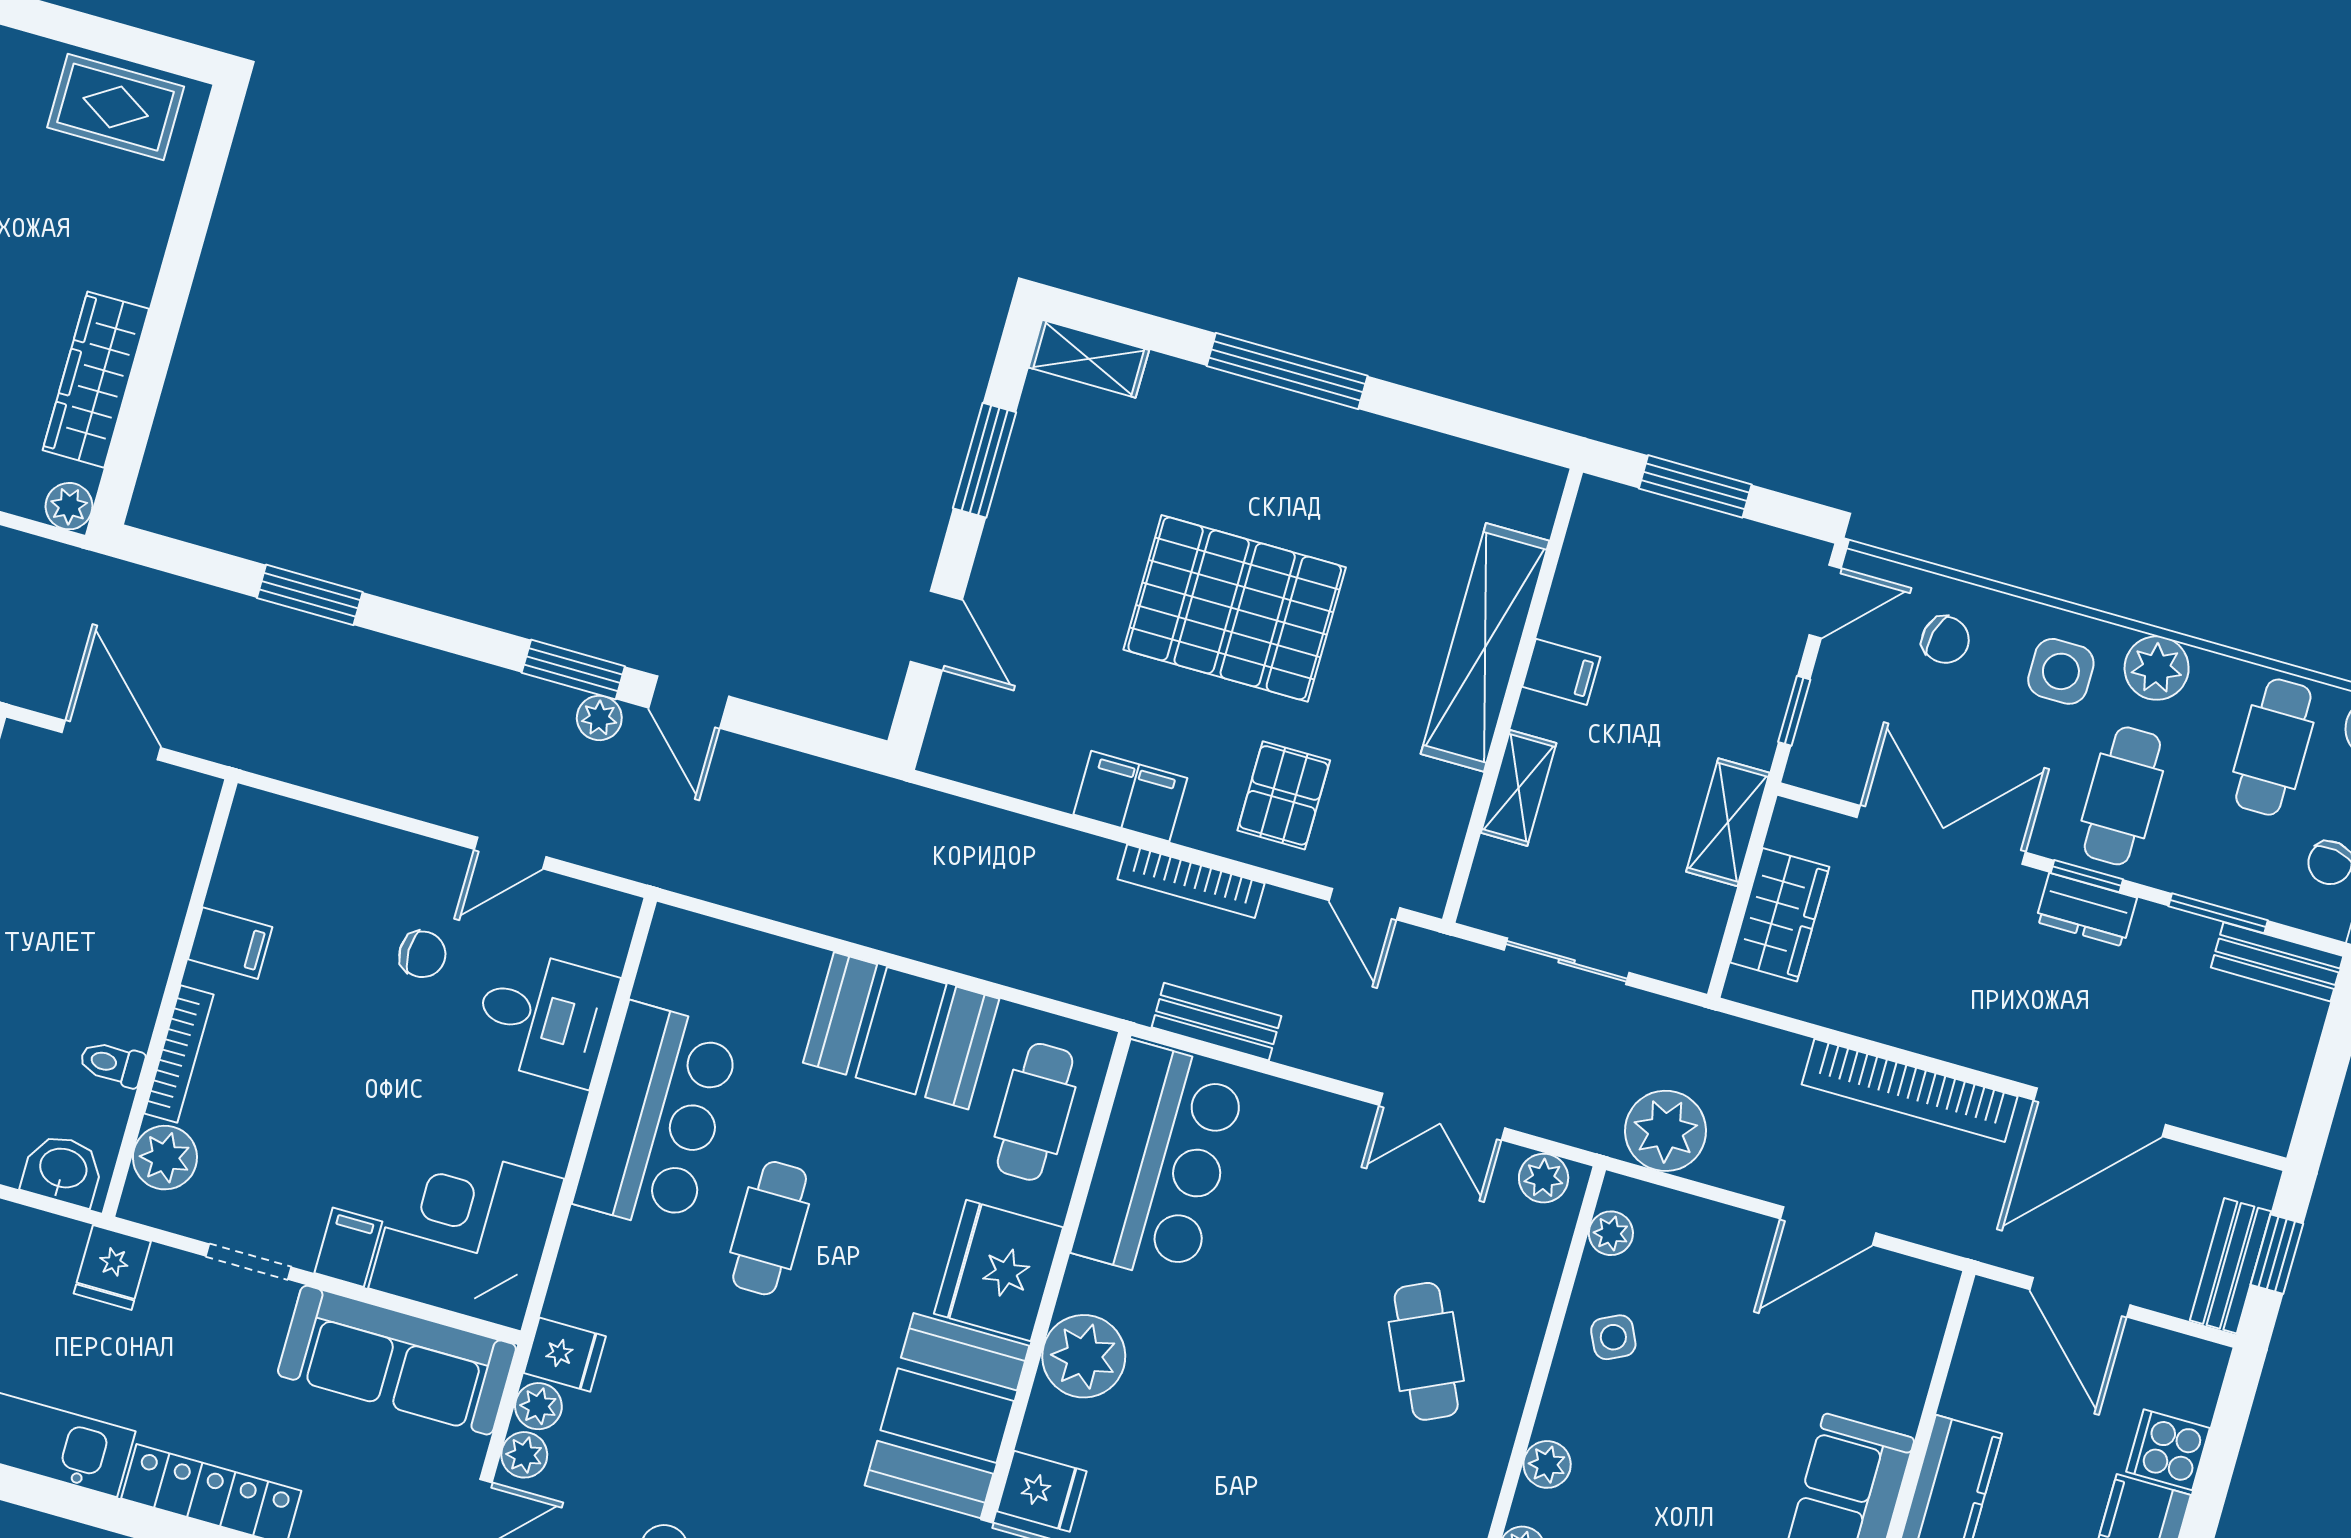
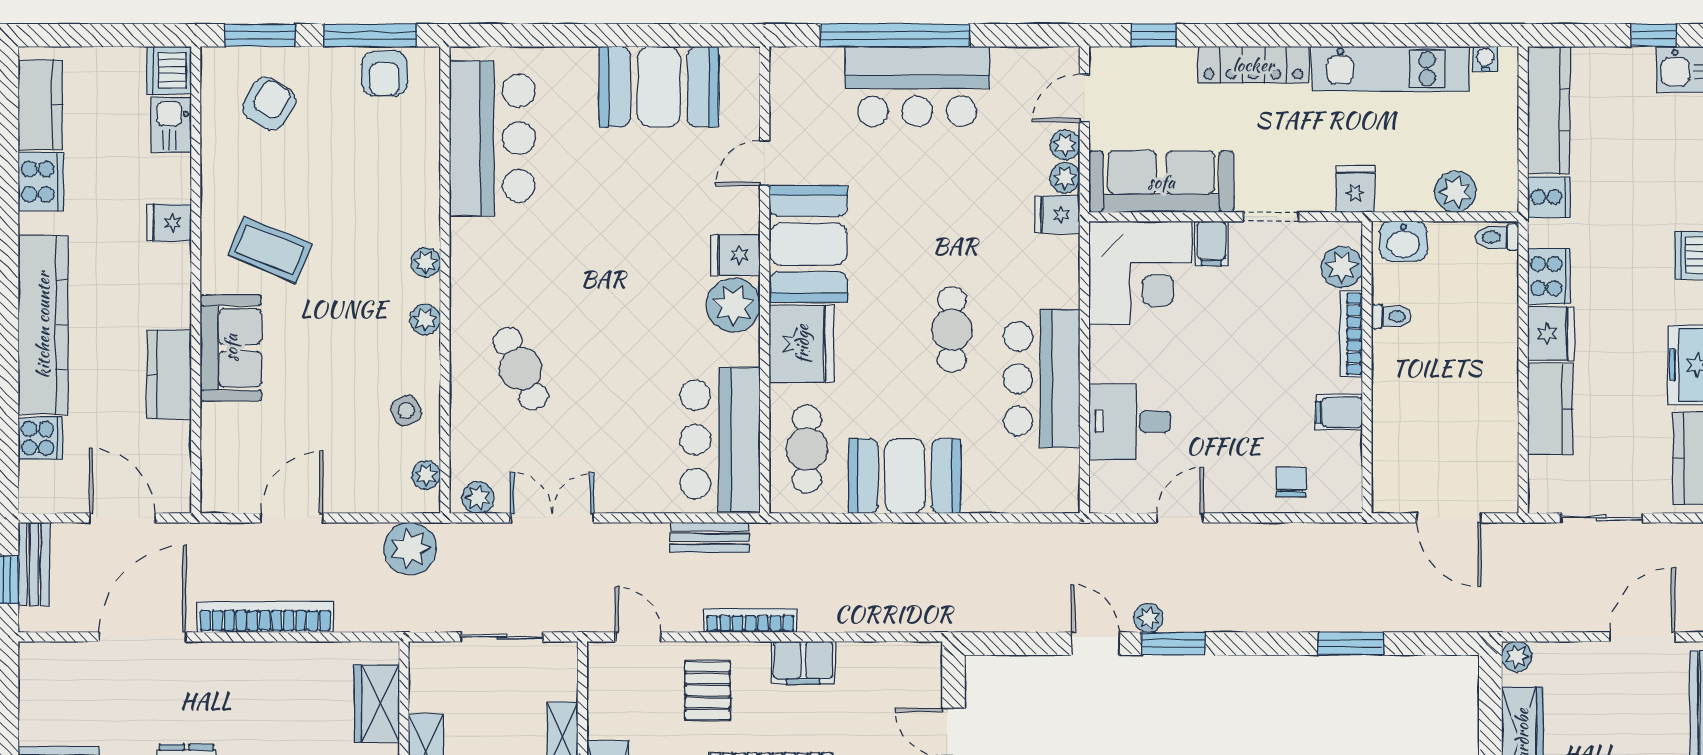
chair: (422, 954) -> (1291, 482), moved, turned 90
fridge: (1042, 1491) -> (736, 255), moved

